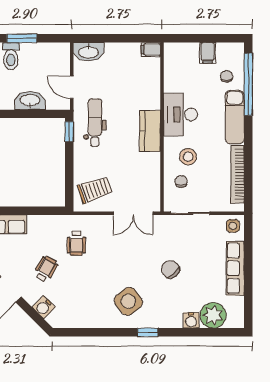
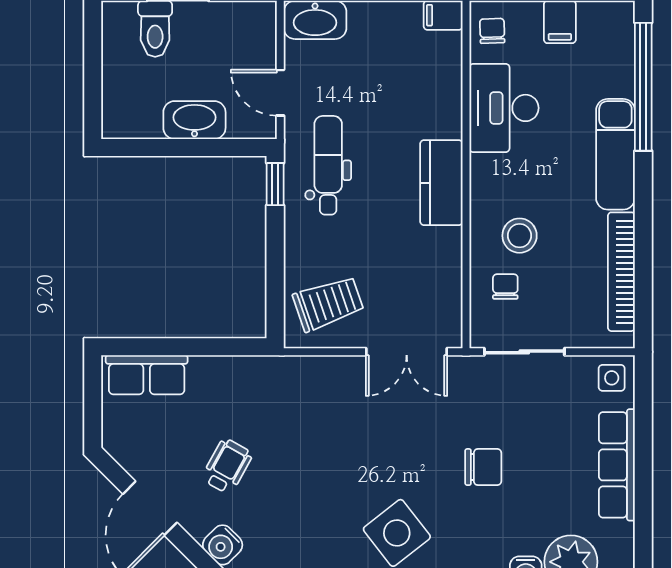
chair: (227, 76) -> (492, 31), moved
desk: (180, 115) -> (504, 108), moved
wheelchair: (76, 243) -> (290, 413), removed
chair: (170, 269) -> (483, 467), turned 130

